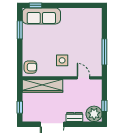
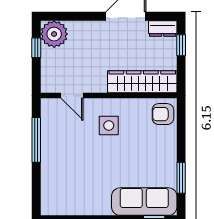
dresser: (74, 117) -> (163, 28), moved

